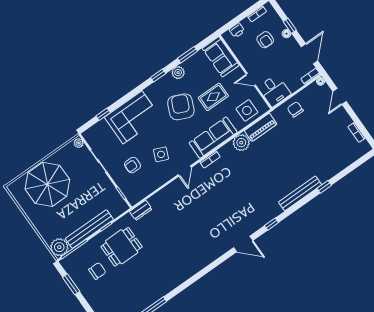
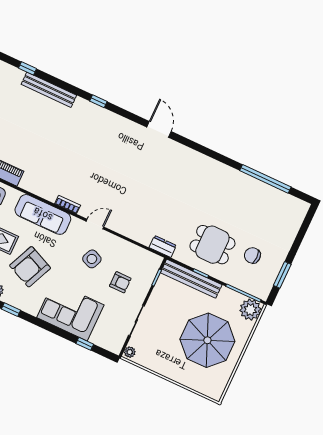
plant: (241, 143) -> (31, 182), removed
parasol: (47, 184) -> (207, 340), moved
bench: (89, 229) -> (191, 279), moved
door: (243, 244) -> (159, 129), moved

